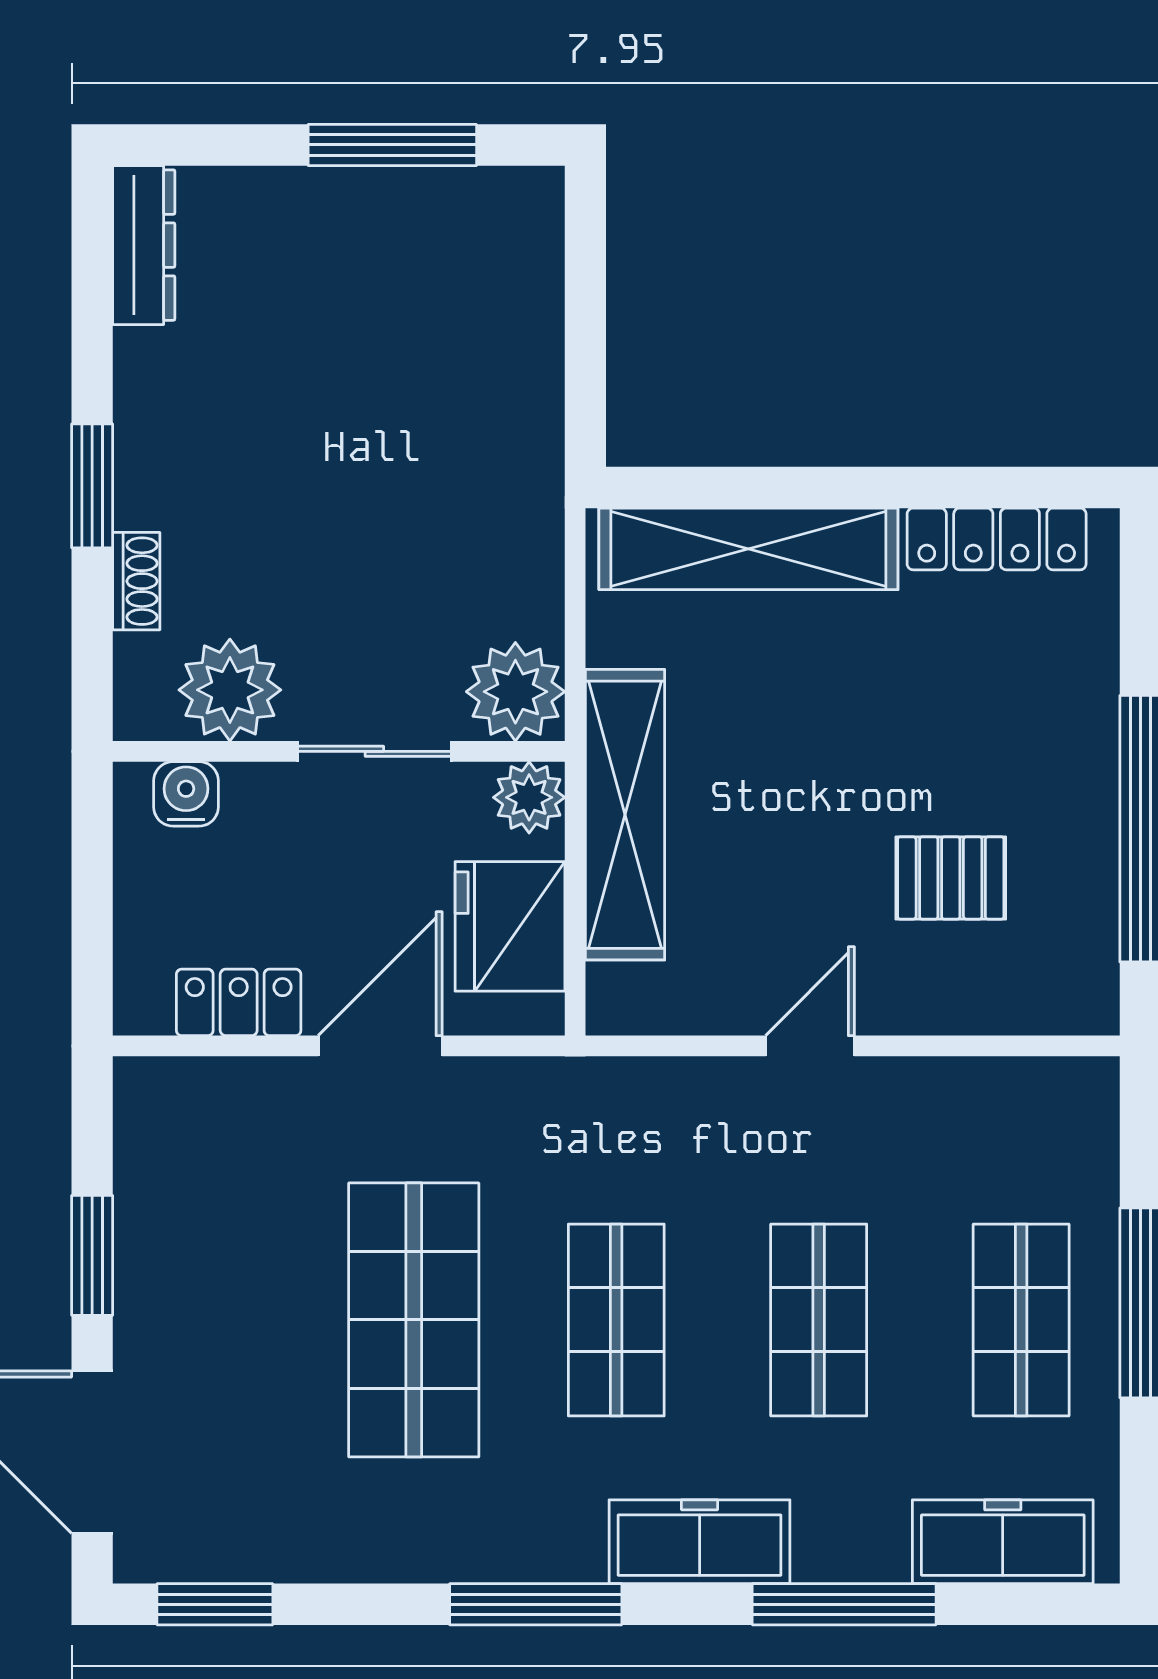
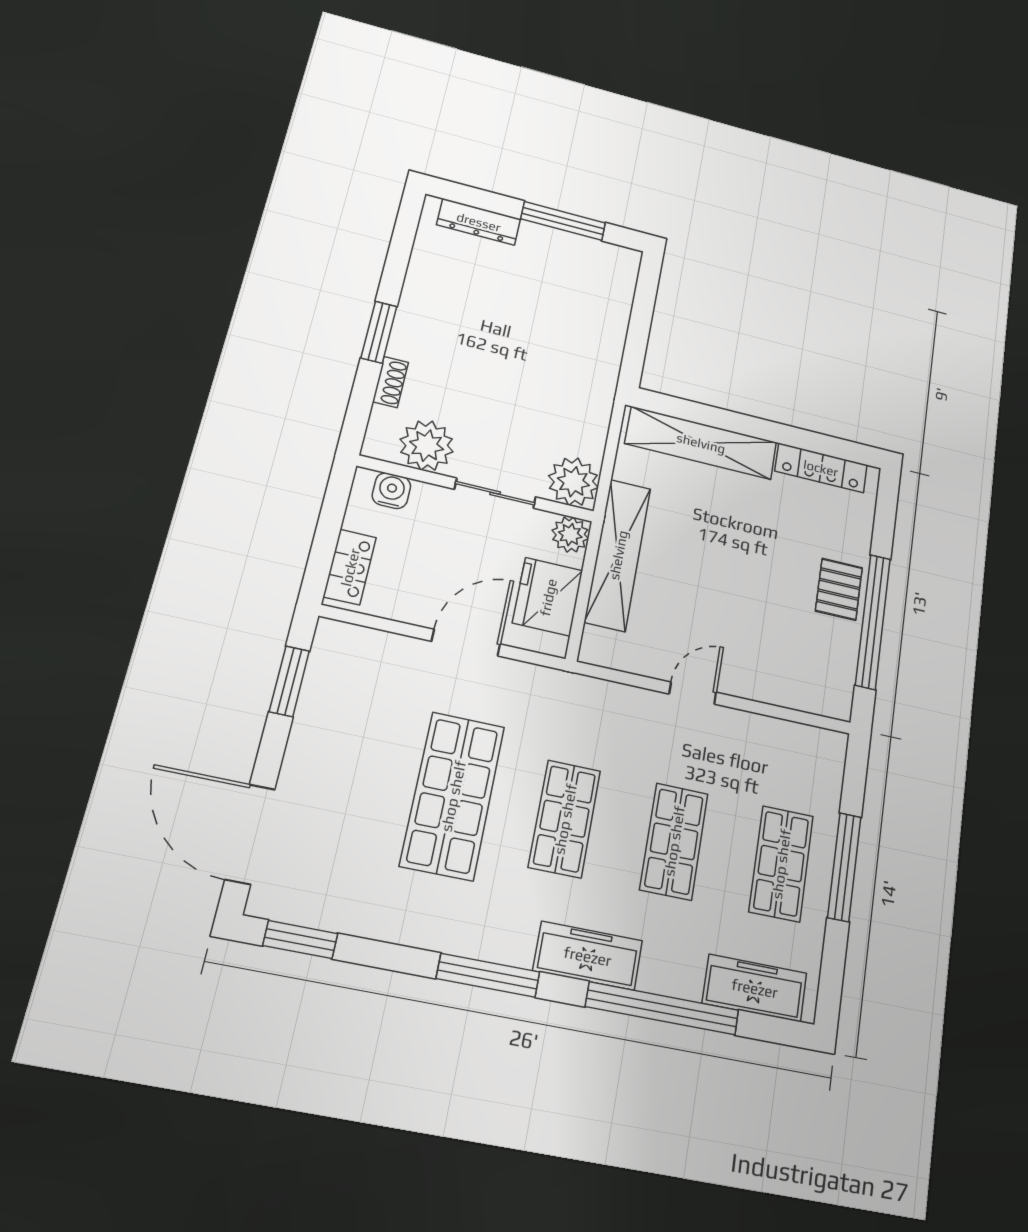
dresser: (144, 245) -> (479, 222), moved, turned 90
pallet: (951, 878) -> (839, 589), moved, turned 90
locker: (239, 1002) -> (350, 567), moved, turned 90
window: (92, 1255) -> (289, 681), moved
window: (844, 1604) -> (662, 1008), width x1.46

